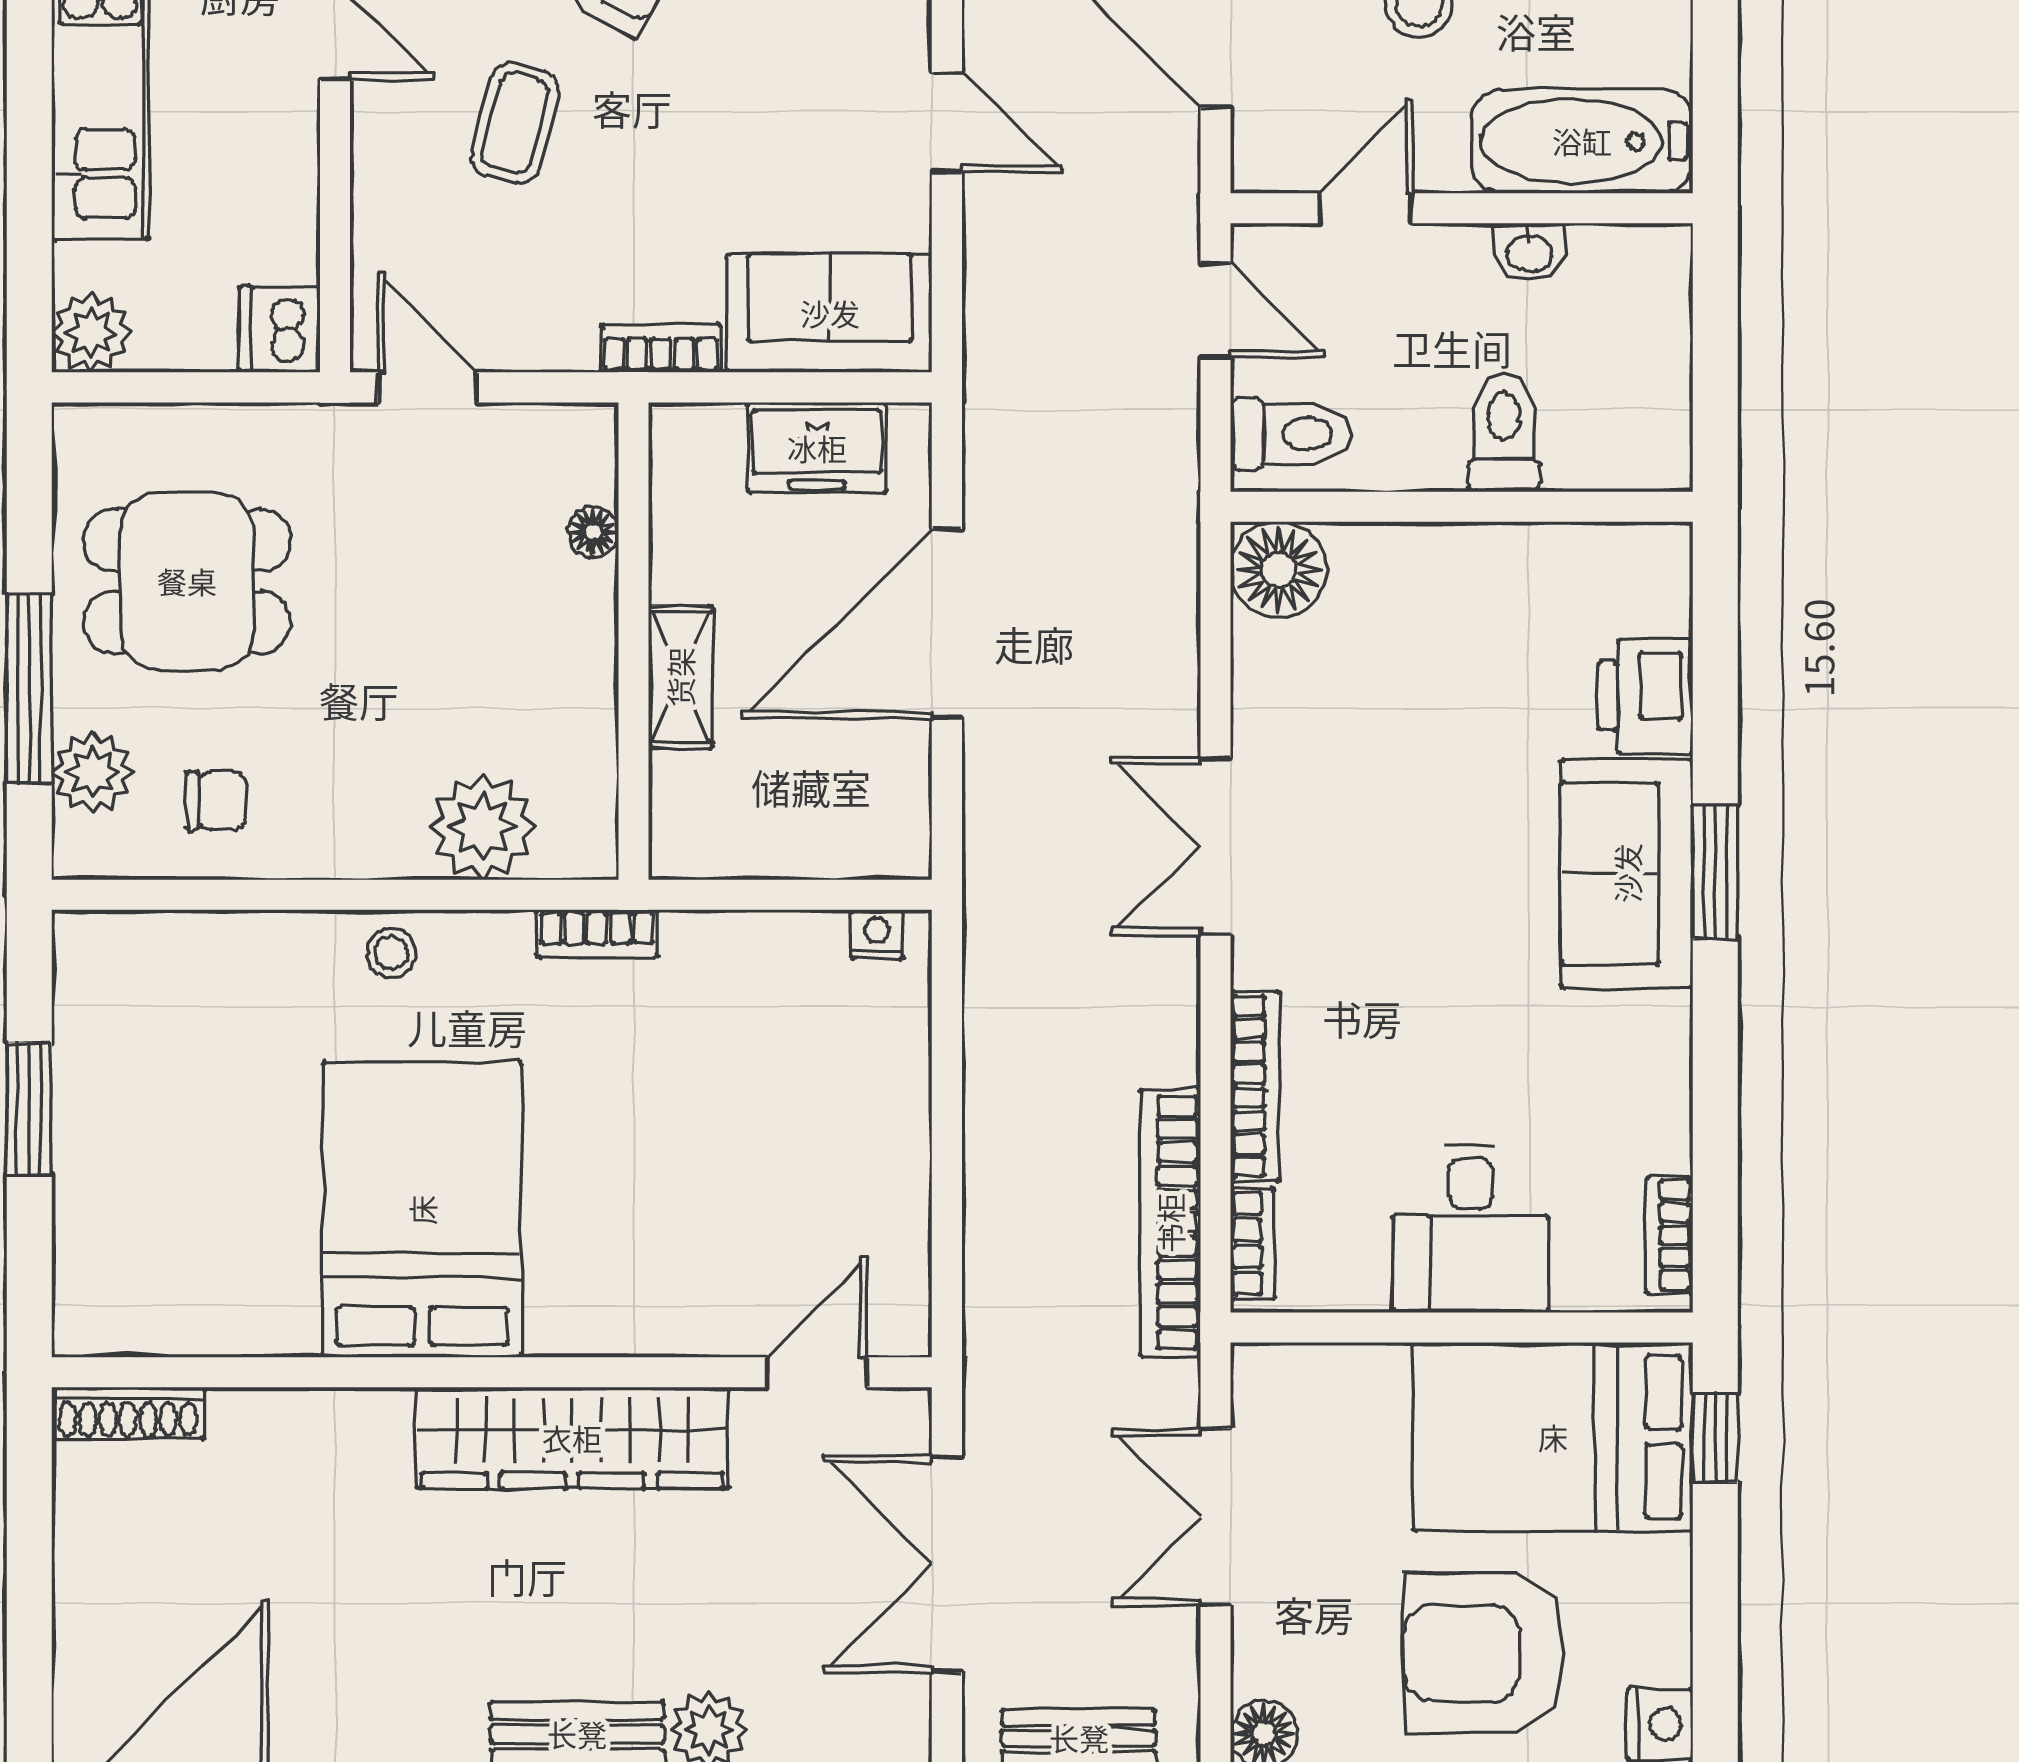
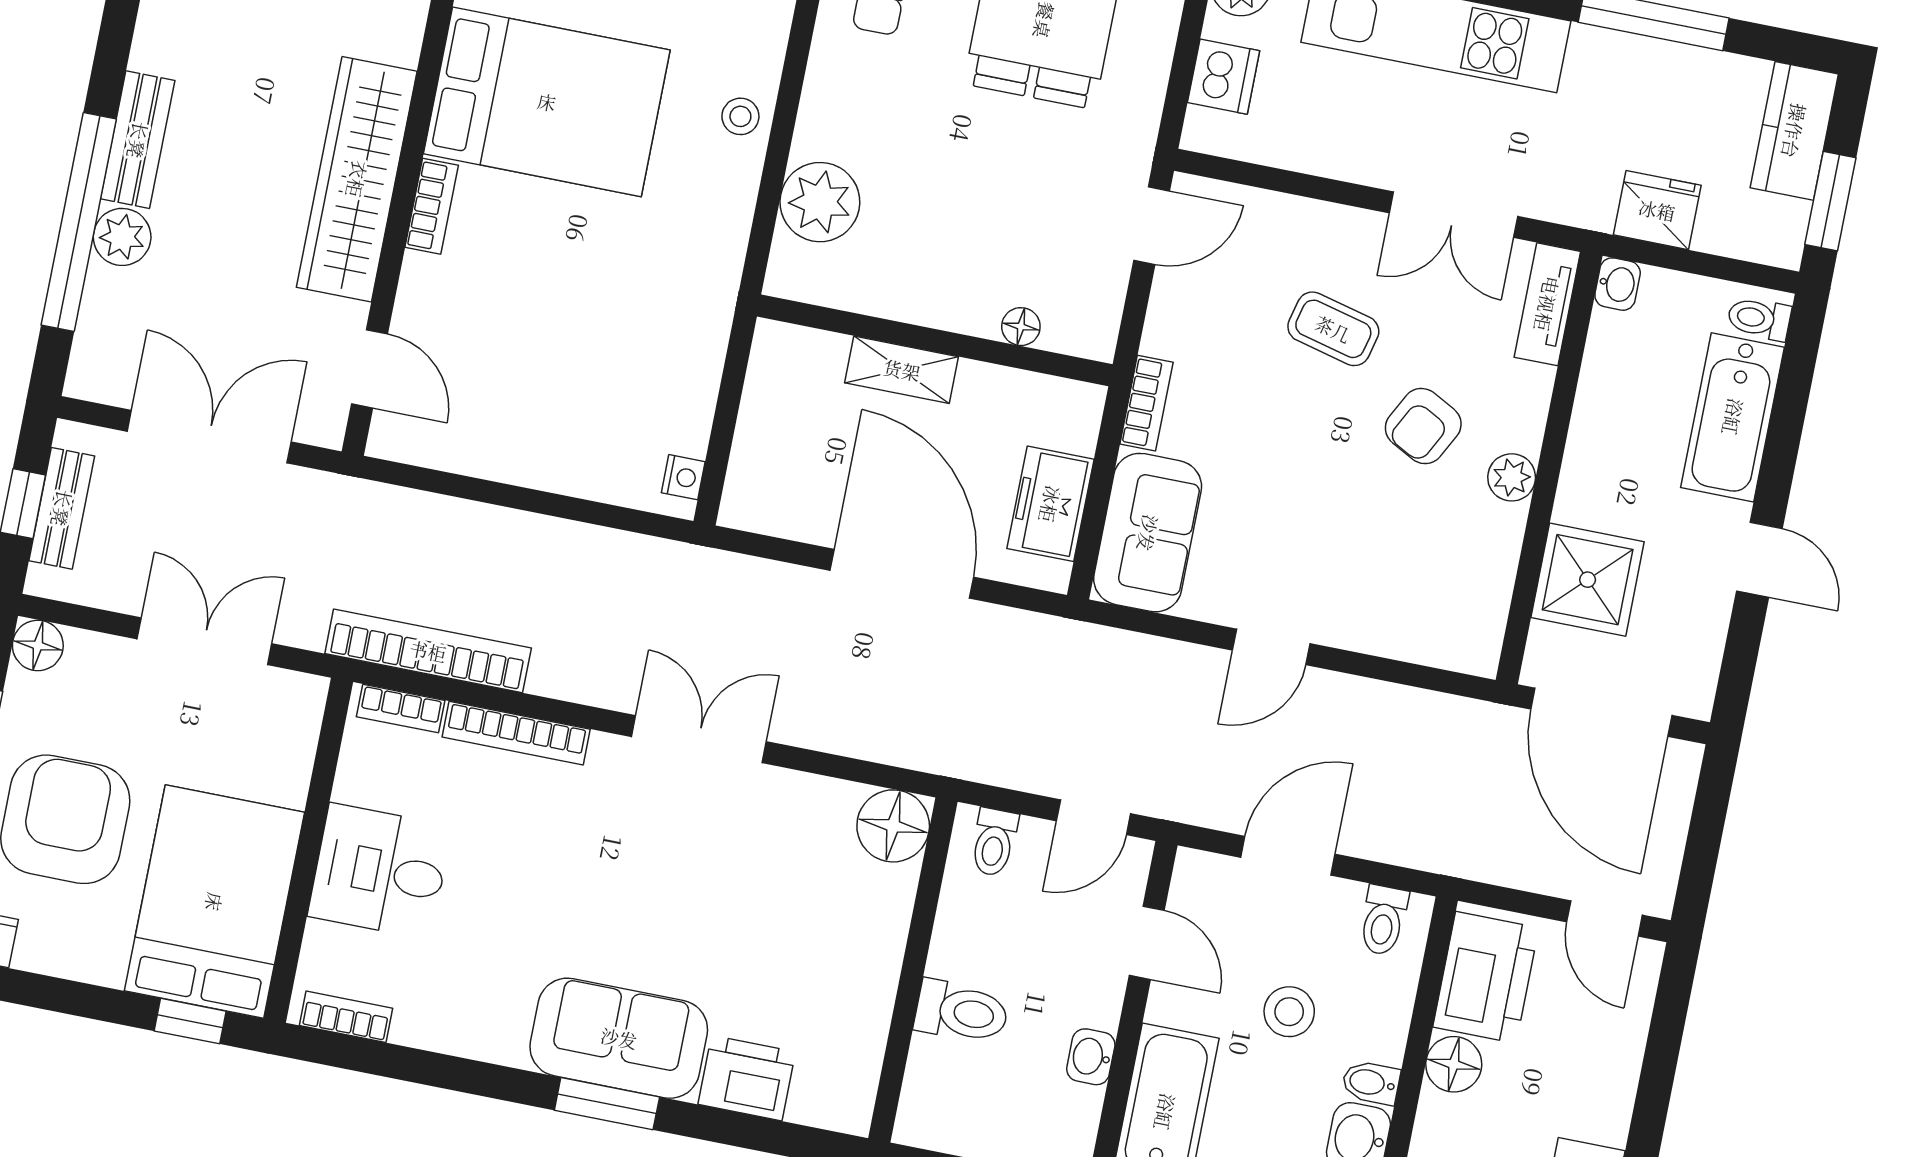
dishwasher: (280, 329) -> (1224, 77), moved, turned 90
toilet: (1291, 434) -> (994, 842), width x0.73, depth x0.72
bookcase: (597, 934) -> (432, 206), moved, turned 180

